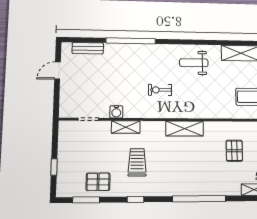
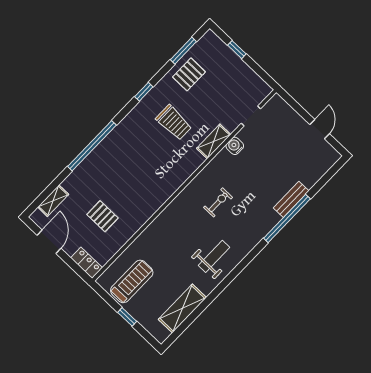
bench: (88, 48) -> (291, 199), moved
shelving: (185, 129) -> (164, 191), removed

